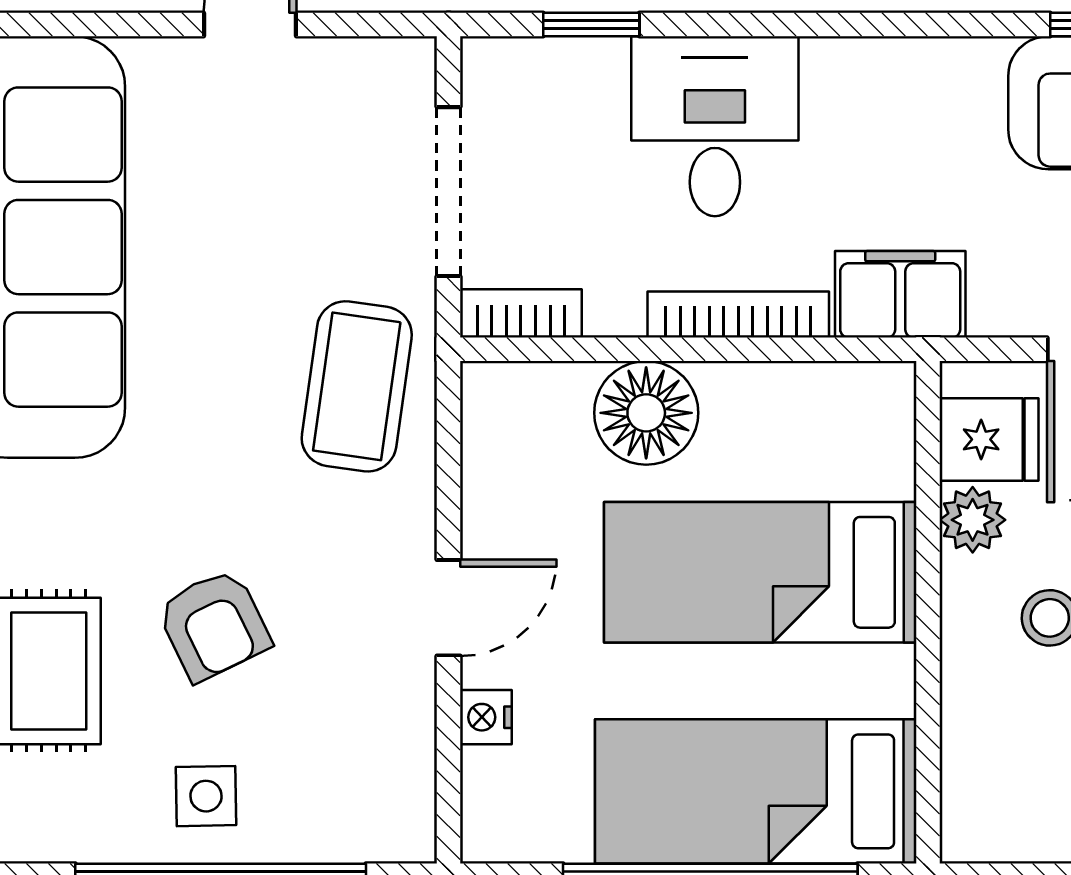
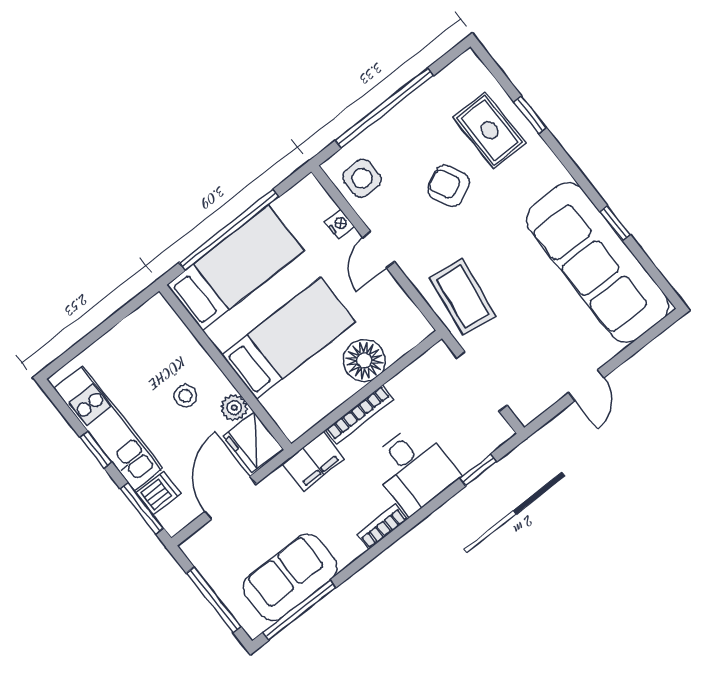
bookcase: (521, 313) -> (382, 527), moved, turned 180
fridge: (989, 439) -> (253, 442), width x1.38
side table: (206, 796) -> (362, 178), moved, width x1.37, depth x1.37

